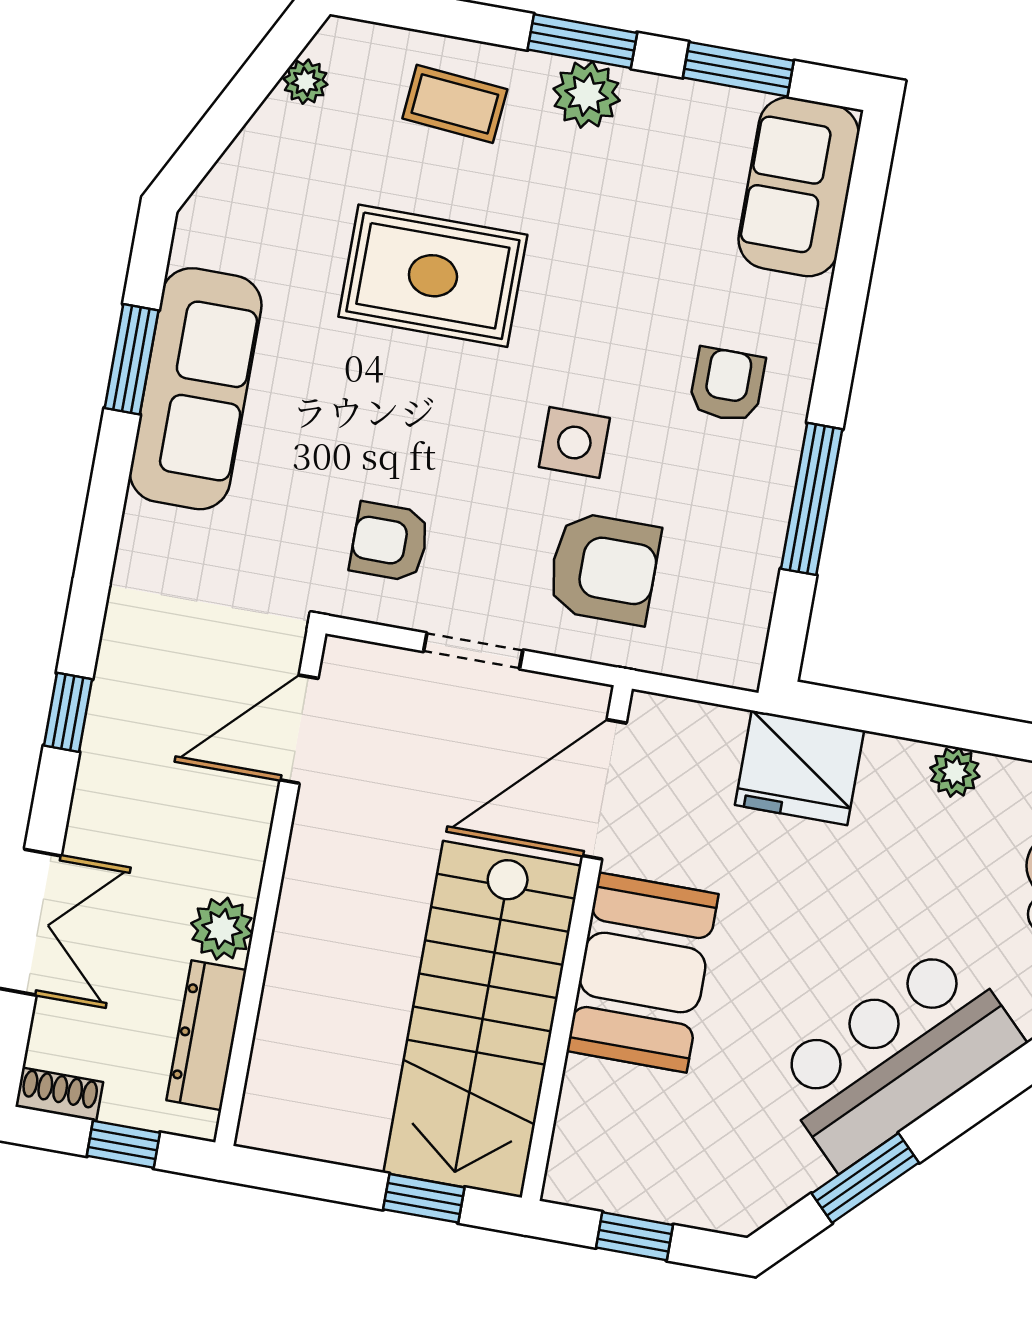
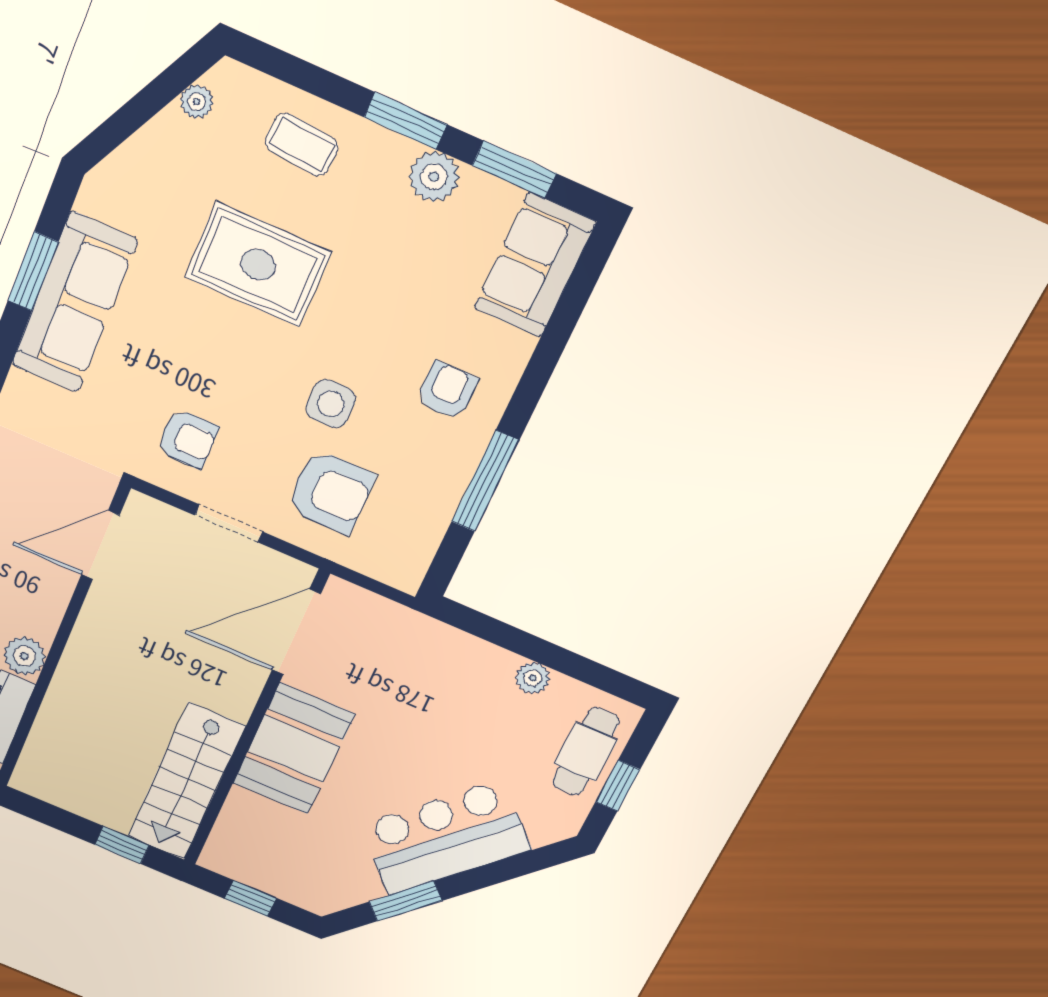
plant: (587, 95) -> (434, 177), moved
armchair: (390, 542) -> (188, 439), turned 180
fridge: (800, 768) -> (430, 650), removed
stairs: (482, 1019) -> (186, 782), width x0.73, depth x0.66

